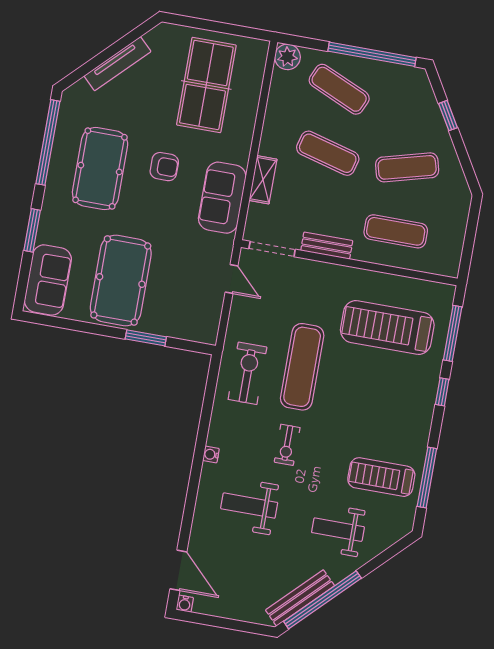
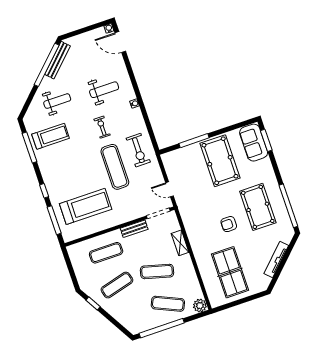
window: (448, 116) -> (93, 303), moved
sofa: (222, 198) -> (194, 224), removed
window: (32, 230) -> (266, 140), moved
window: (146, 338) -> (194, 141), width x1.44

